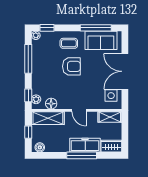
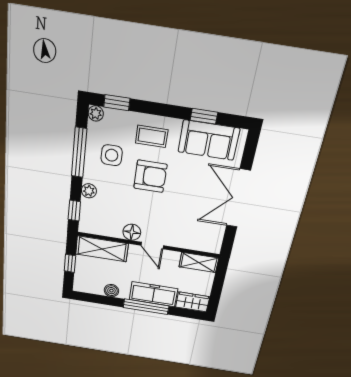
window: (96, 28) -> (204, 116), width x0.46
side table: (111, 96) -> (112, 155), moved
plant: (36, 99) -> (89, 191), moved
floor lamp: (51, 104) -> (132, 232), moved
boiler: (40, 147) -> (111, 291), moved

